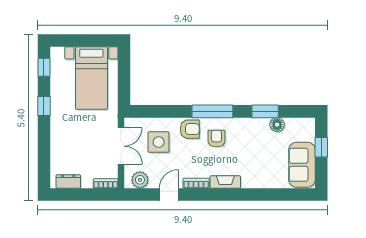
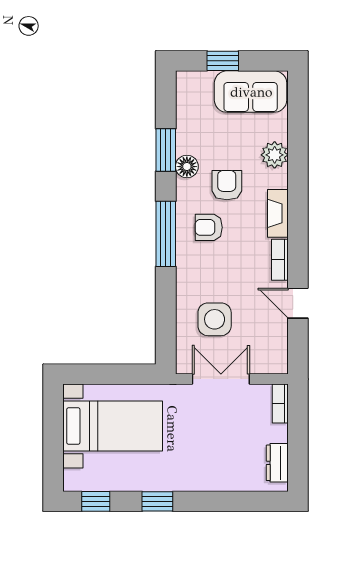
floor lamp: (277, 125) -> (187, 167), moved
armchair: (190, 129) -> (227, 185), moved
plant: (140, 180) -> (275, 155), moved

